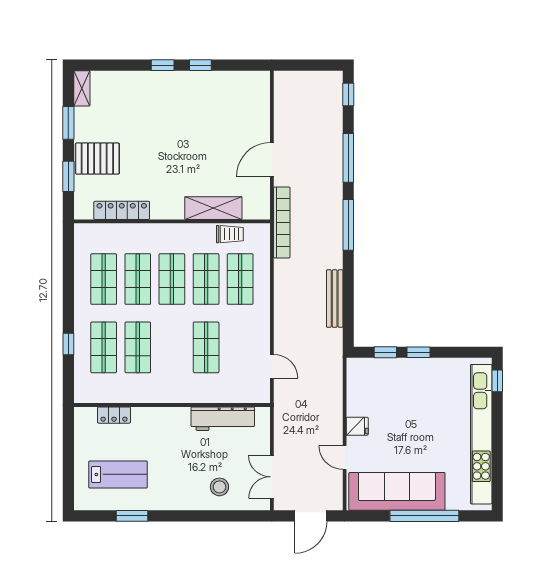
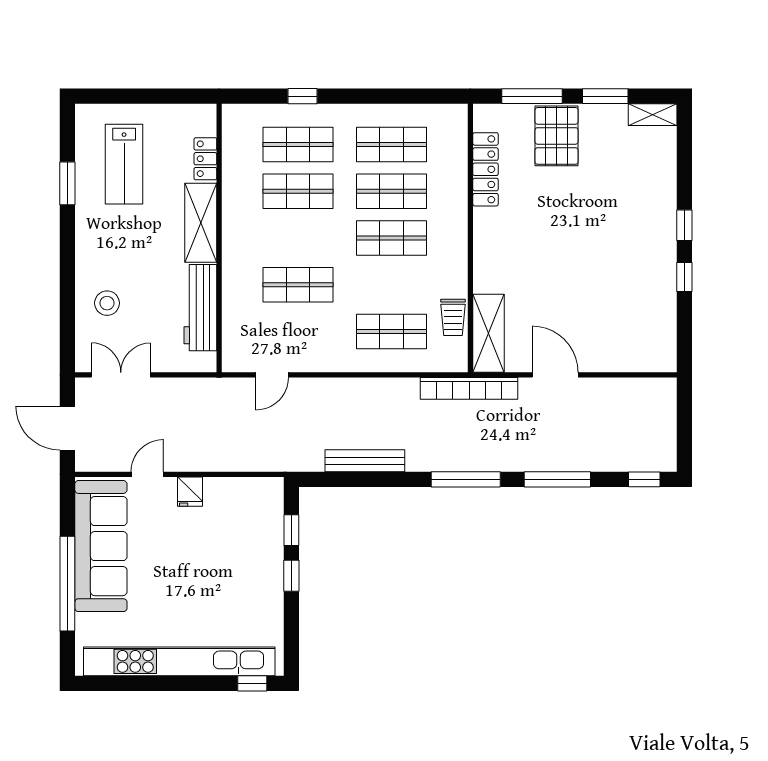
window: (68, 176) -> (532, 96), width x1.44
shelving: (213, 208) -> (489, 333), moved
shop shelf: (206, 279) -> (392, 285), removed
shelving: (161, 418) -> (201, 223), added

